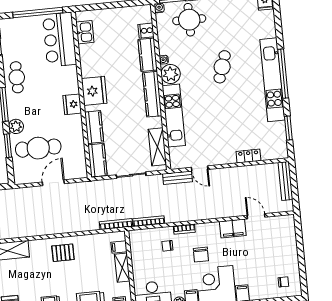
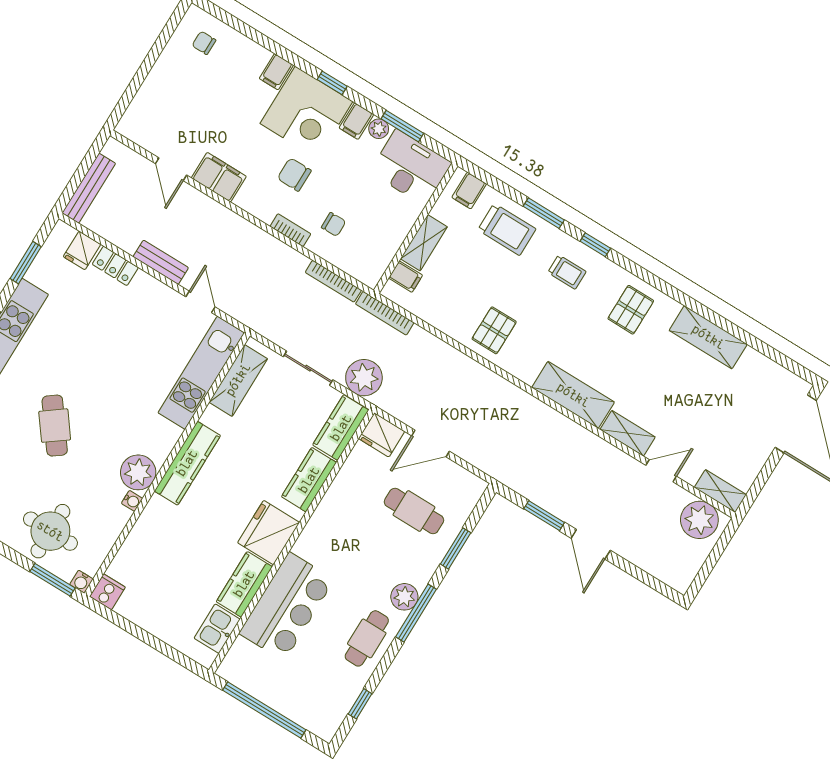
cooker: (146, 31) -> (107, 592), moved, turned -90
bar counter: (60, 40) -> (287, 606), moved
kitchen counter: (148, 55) -> (244, 584), moved, turned 180
cafe table: (222, 67) -> (55, 426), turned -55
fridge: (72, 104) -> (382, 435), moved, turned 90
kitchen unit: (174, 116) -> (201, 373), moved
plant: (16, 126) -> (404, 597), moved
cafe table: (38, 148) -> (414, 511), width x0.73, depth x0.74
fridge: (268, 152) -> (82, 250), added
bench: (178, 178) -> (161, 262), moved
plant: (104, 189) -> (364, 378), added
pallet: (63, 253) -> (494, 330), turned 90
chair: (201, 255) -> (294, 175), turned -90

